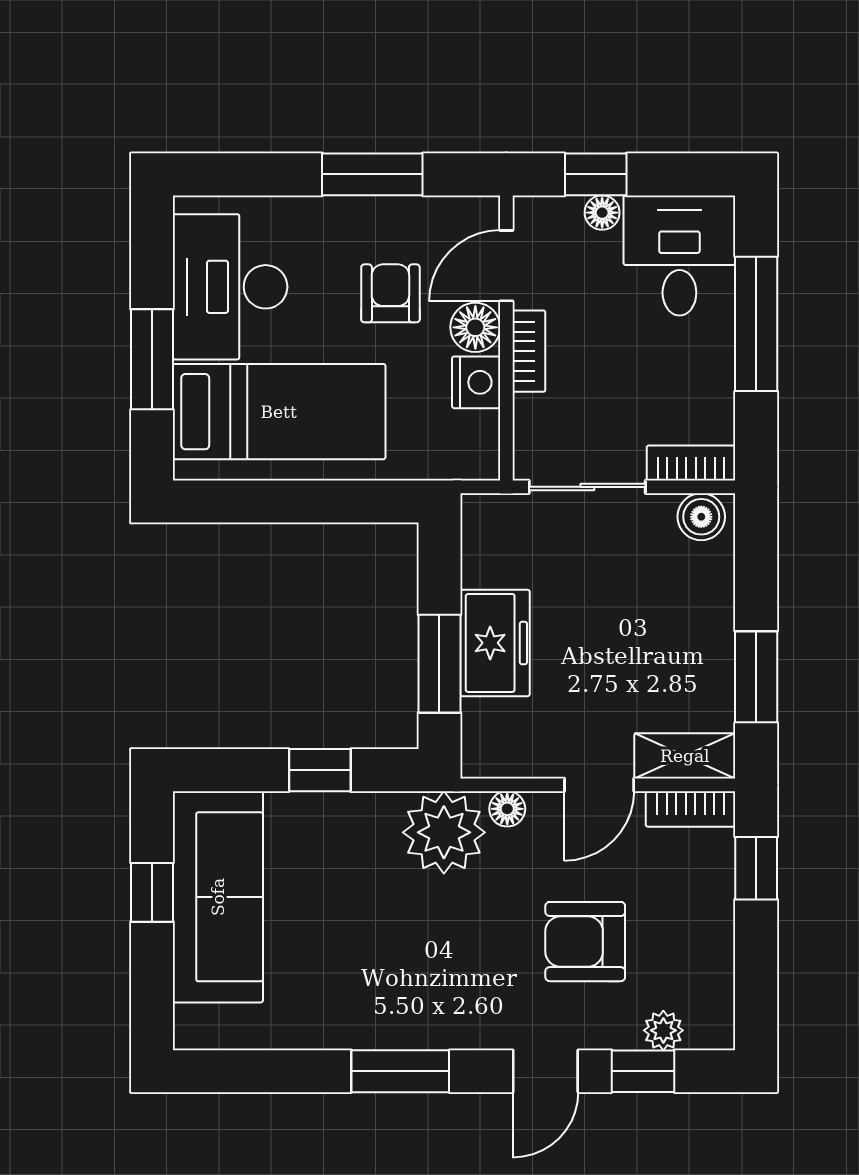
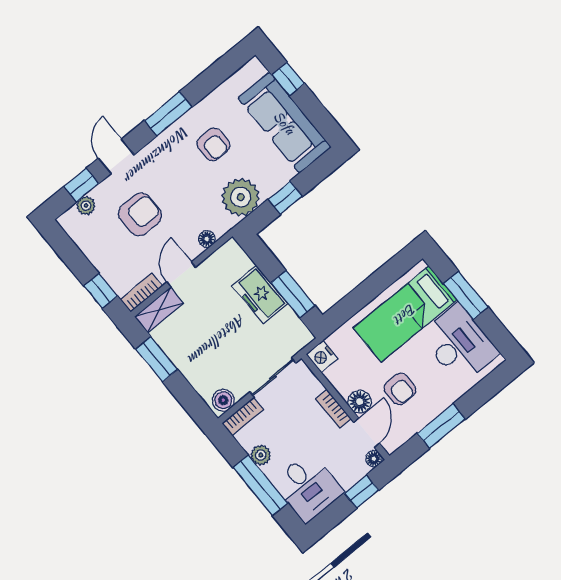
floor lamp: (602, 213) -> (374, 459), moved
plant: (714, 374) -> (261, 455), added
nightstand: (476, 382) -> (322, 356), moved
window: (439, 664) -> (293, 294), moved
plant: (444, 832) -> (241, 197), moved
window: (152, 892) -> (288, 79), moved
armchair: (367, 958) -> (213, 144), added

